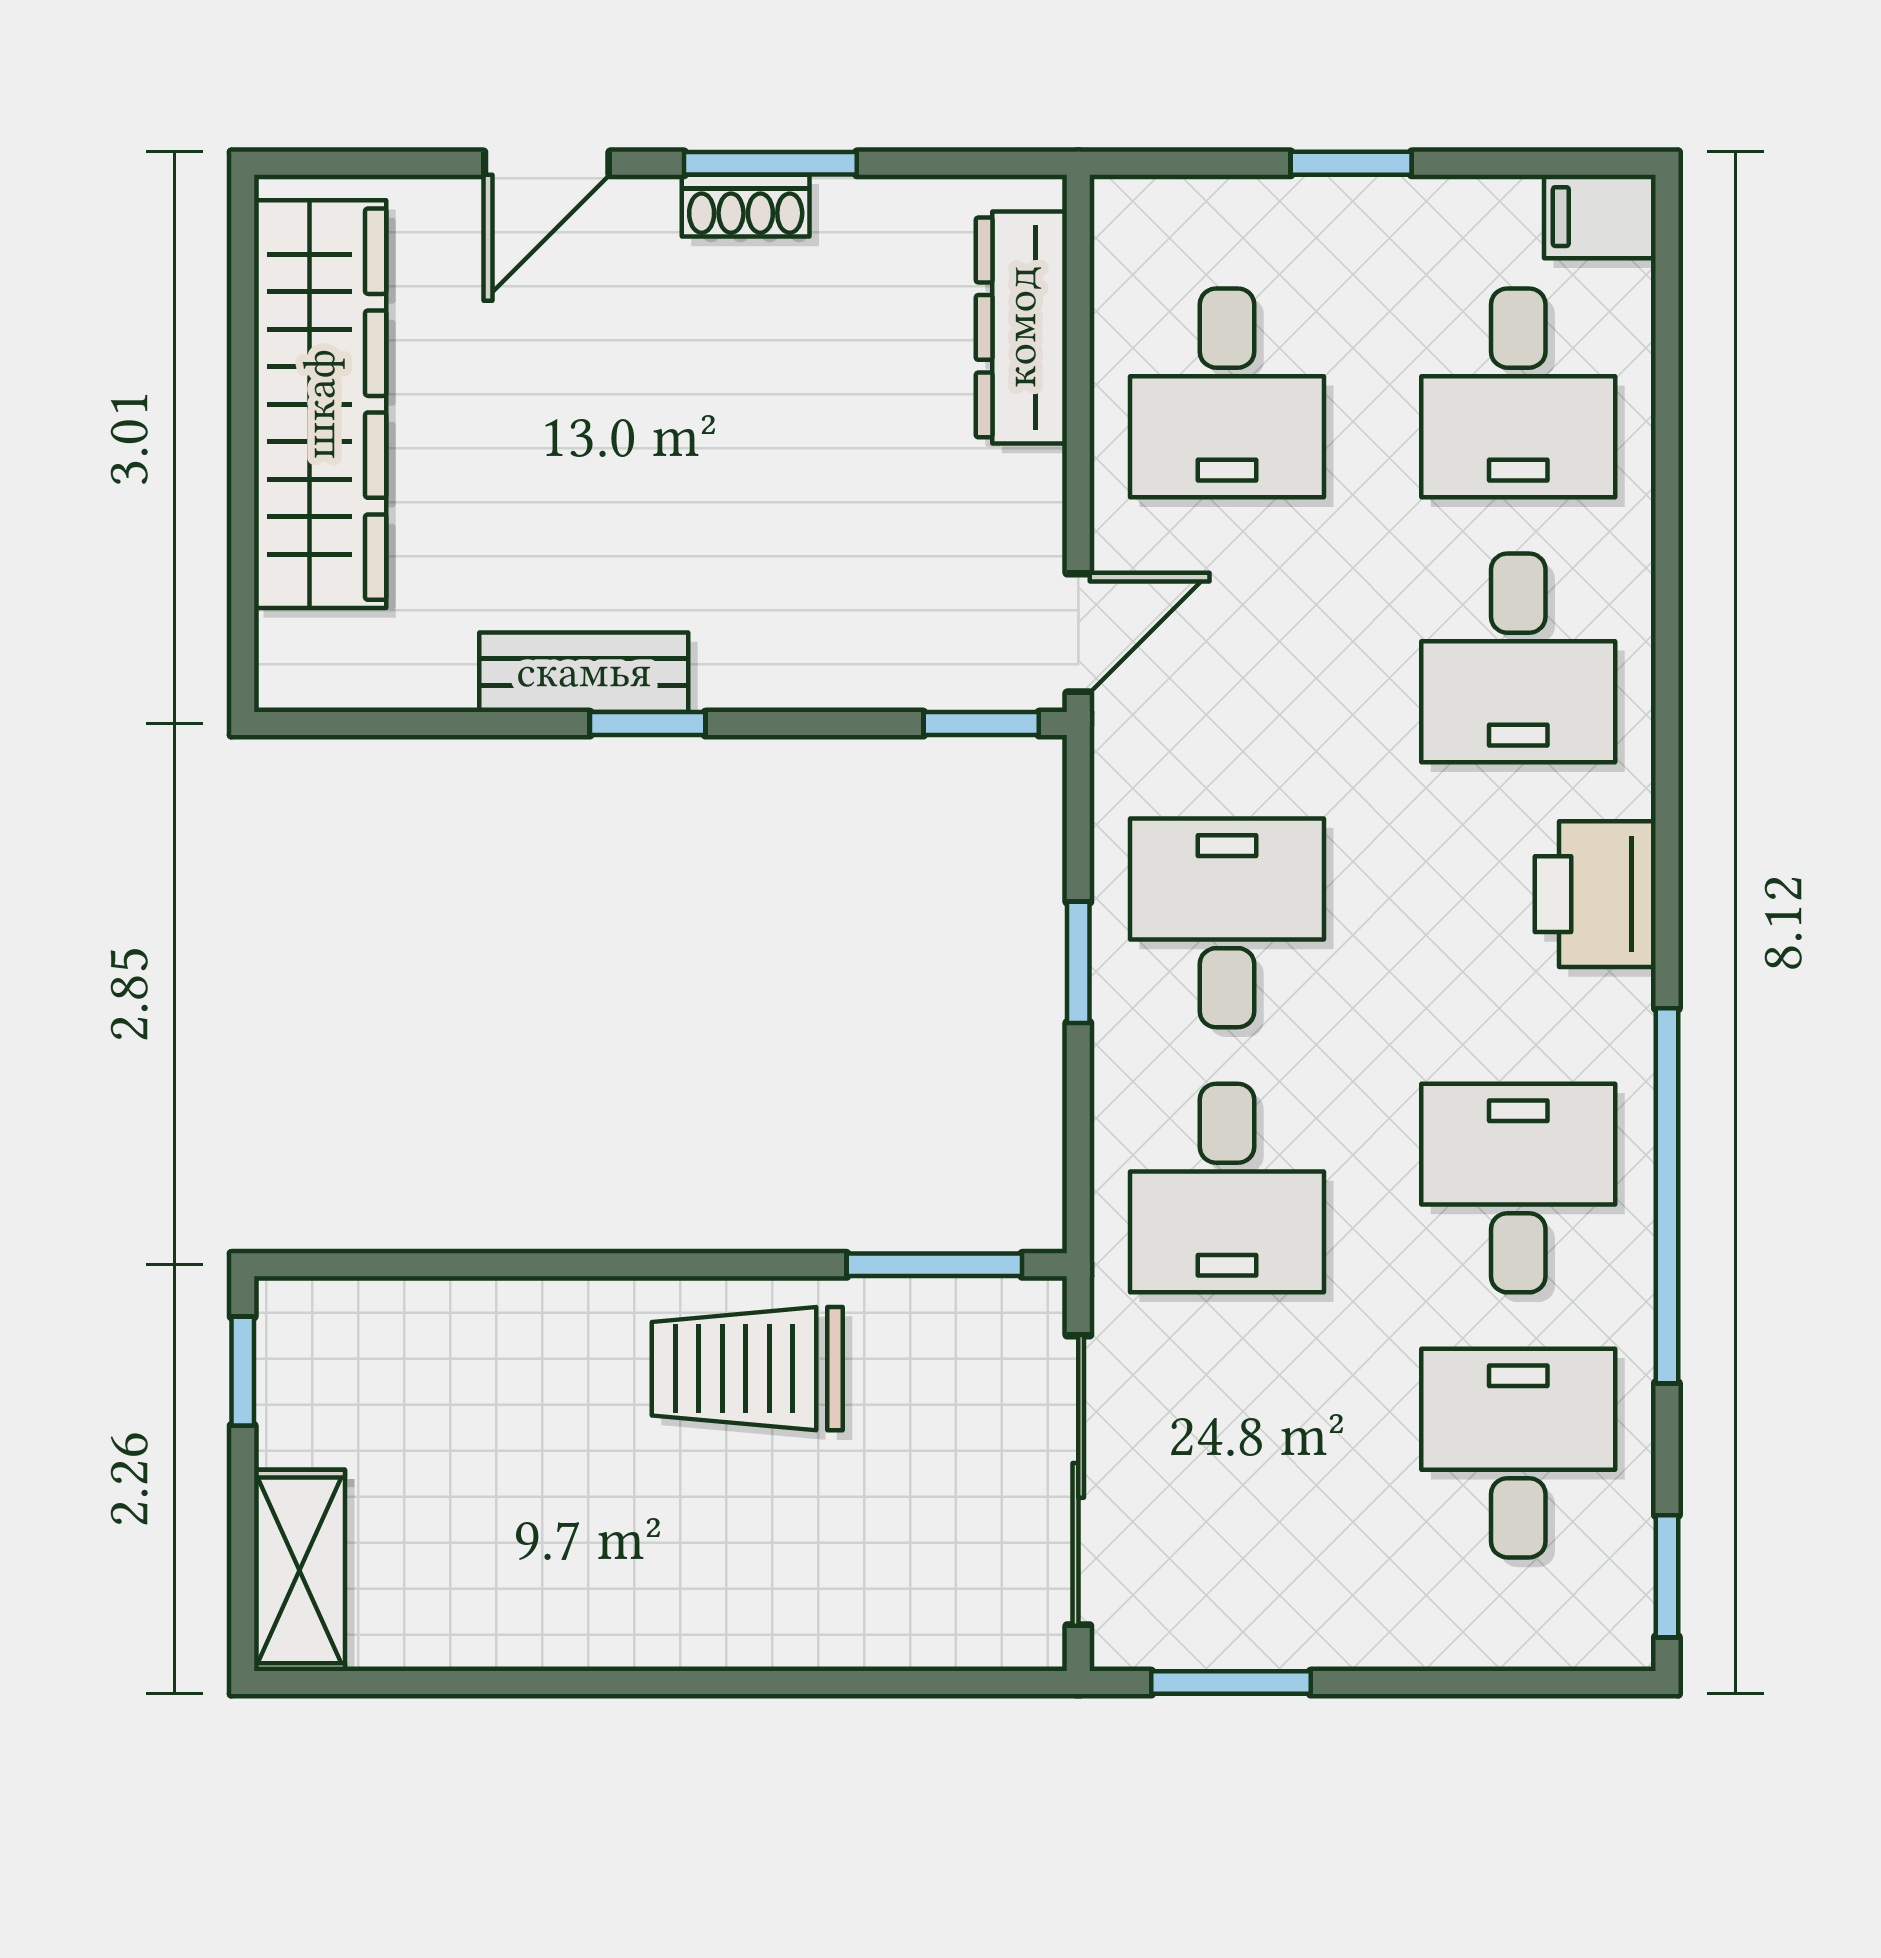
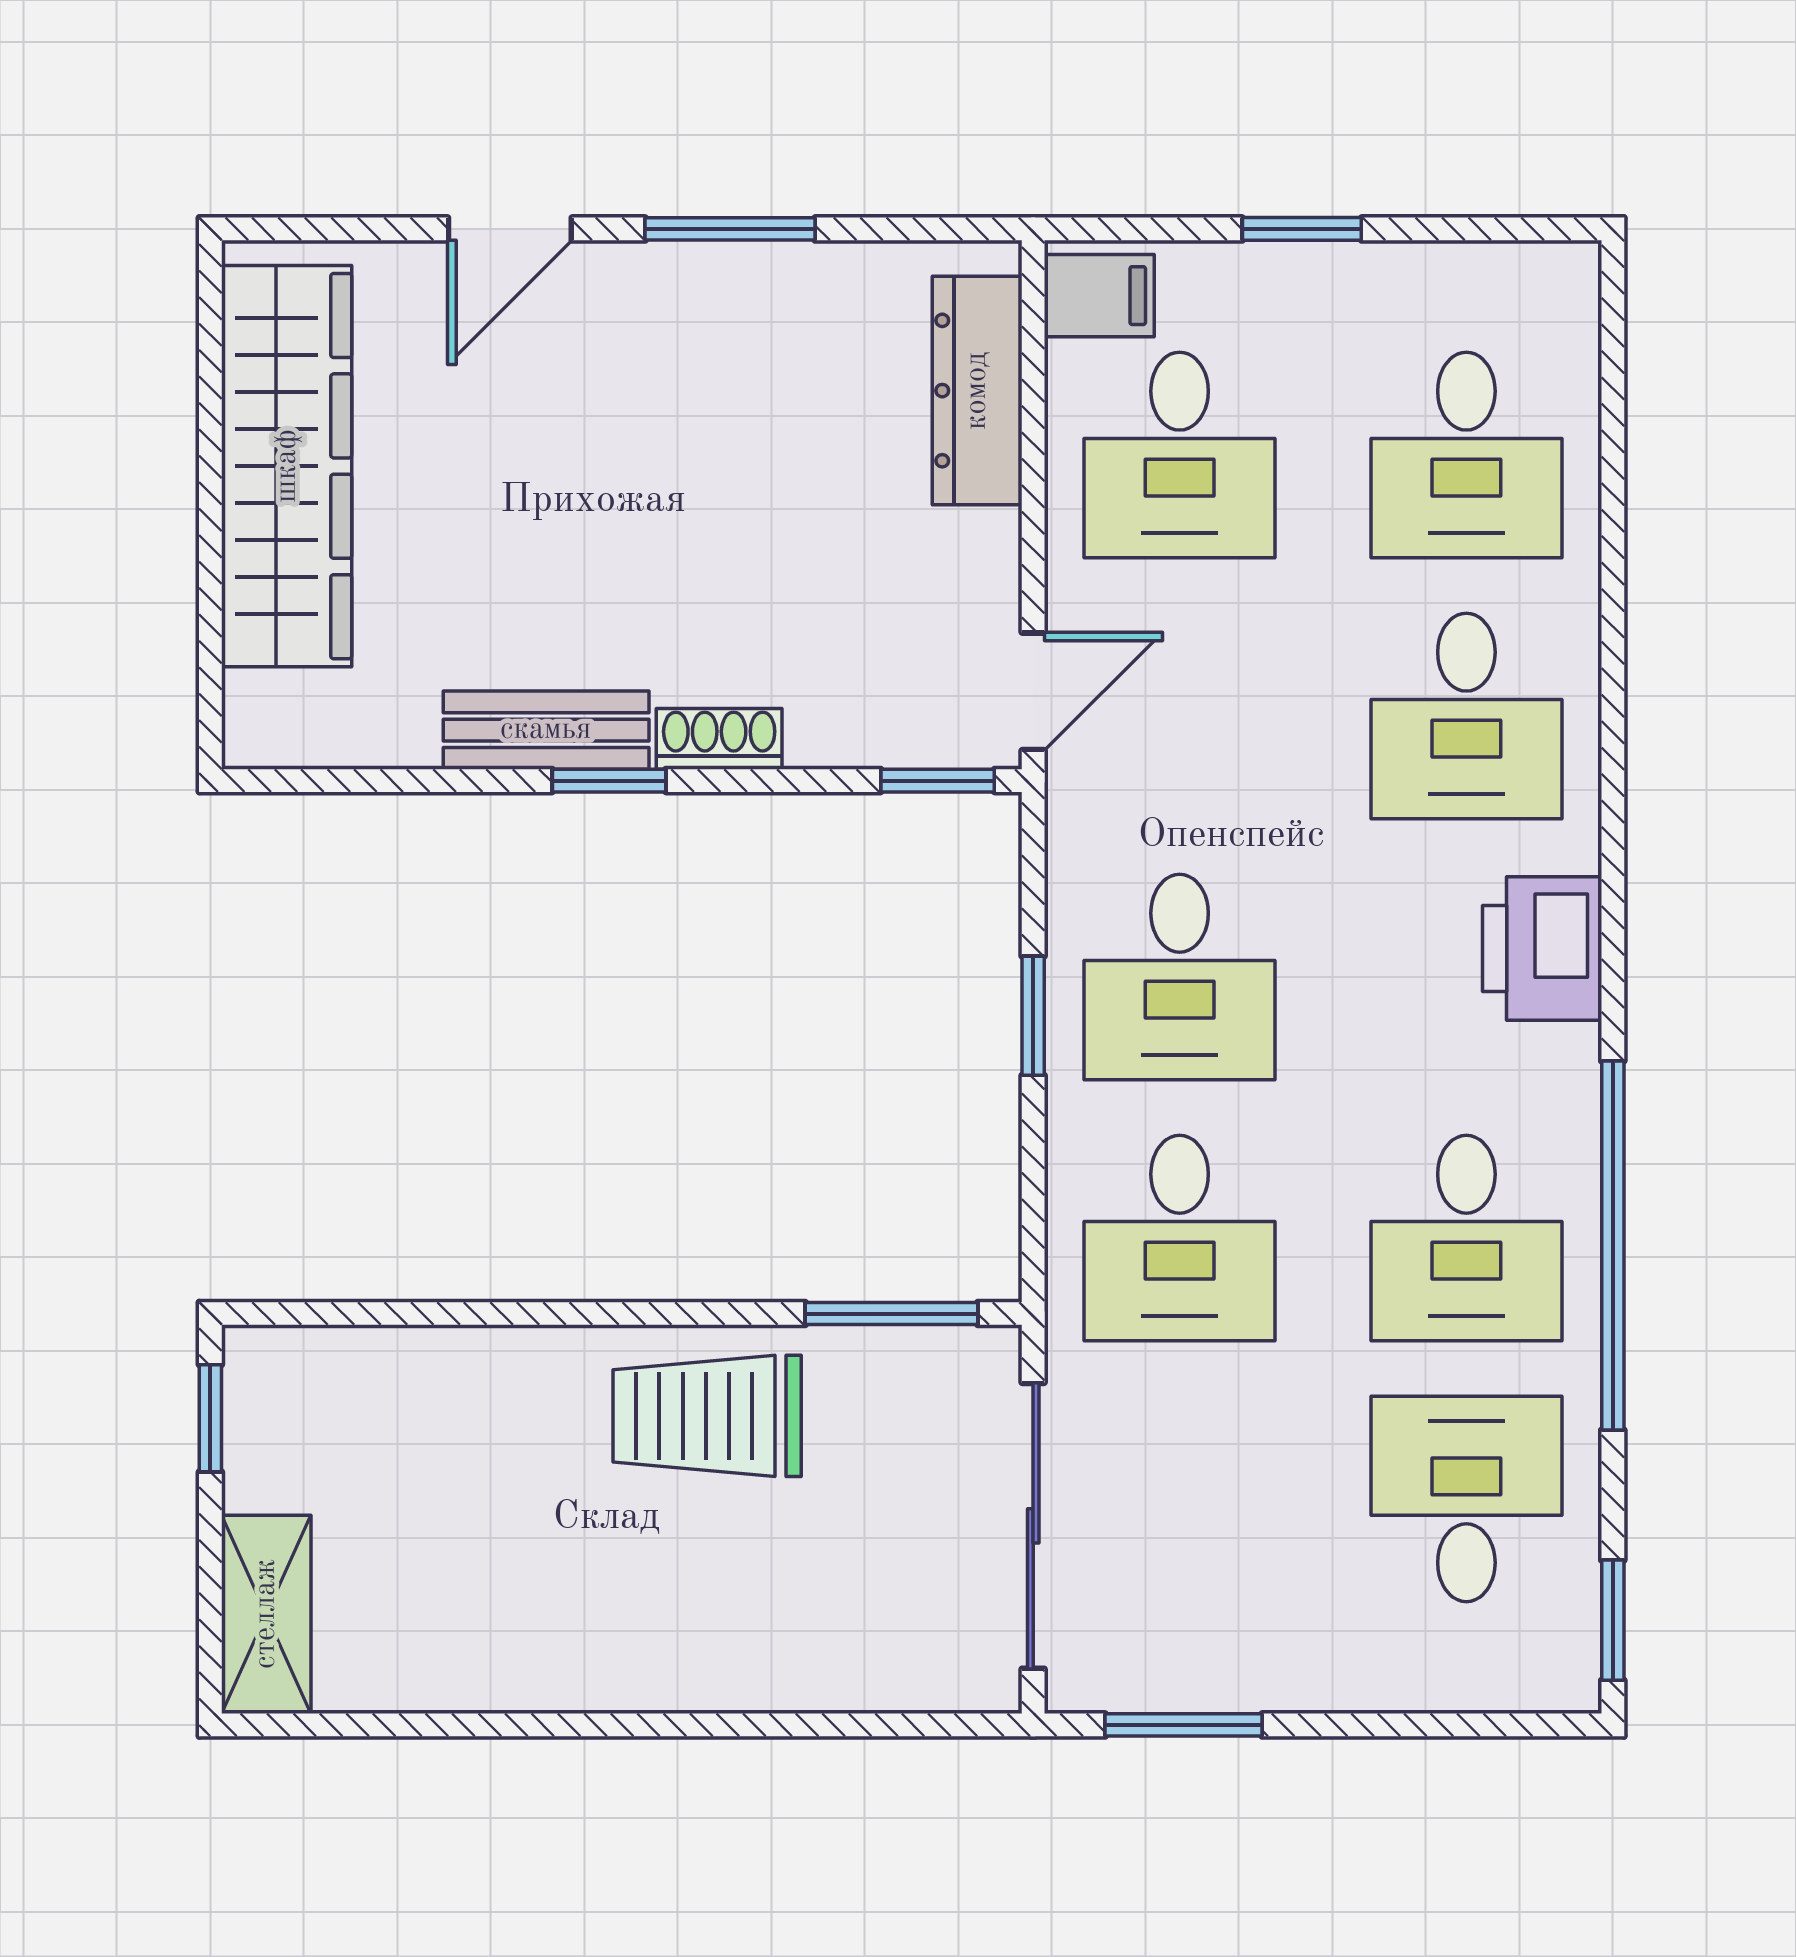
shoe rack: (746, 206) -> (719, 739), moved, turned 180
filing cabinet: (1600, 217) -> (1099, 296), moved, turned 180
desk: (1227, 923) -> (1180, 977), turned 180
desk: (1518, 1188) -> (1466, 1238), turned 180

